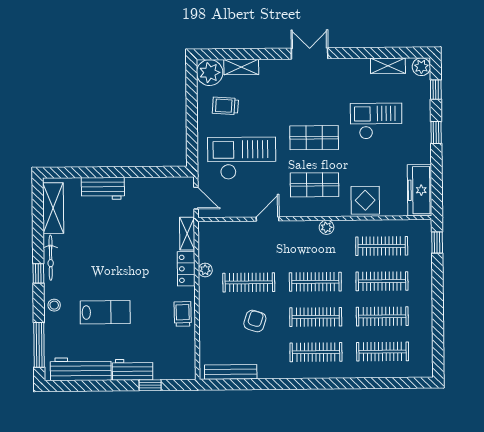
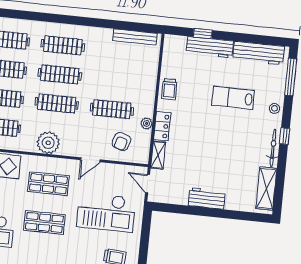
workbench: (103, 188) -> (207, 198), moved
plant: (327, 227) -> (48, 143), width x1.87, depth x1.87
armchair: (255, 321) -> (122, 142), moved
workbench: (133, 370) -> (210, 47), width x1.38

